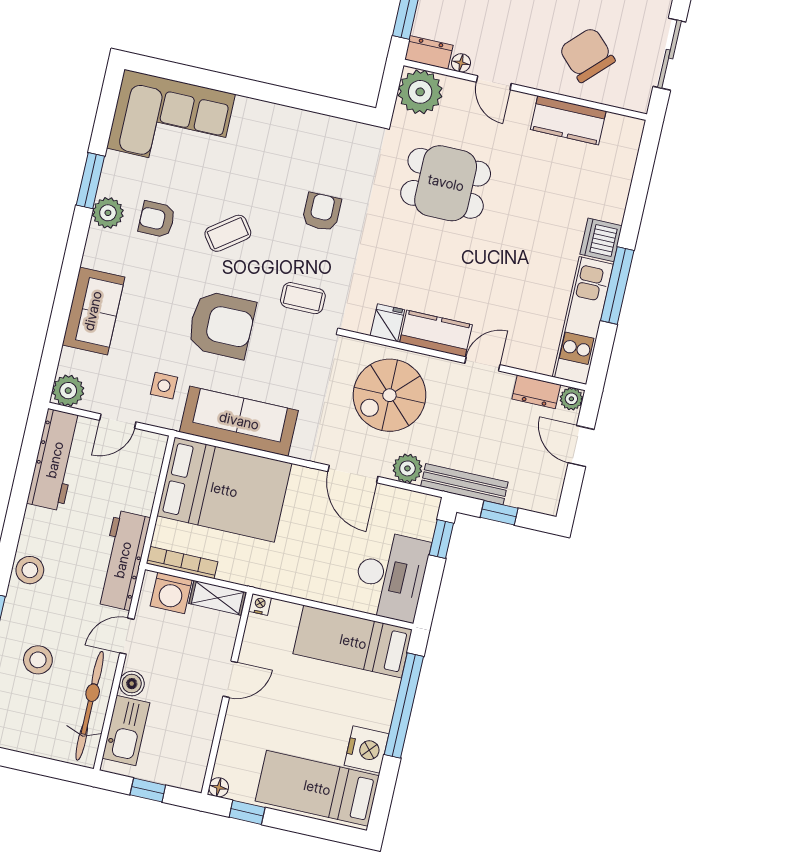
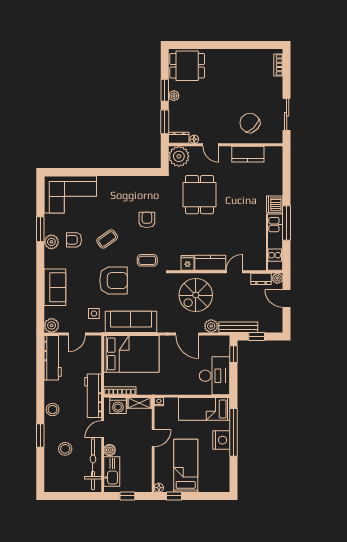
dining table: (446, 183) -> (199, 195), turned 90
nightstand: (366, 750) -> (221, 440), moved
bed: (317, 788) -> (186, 466), moved, turned 90

